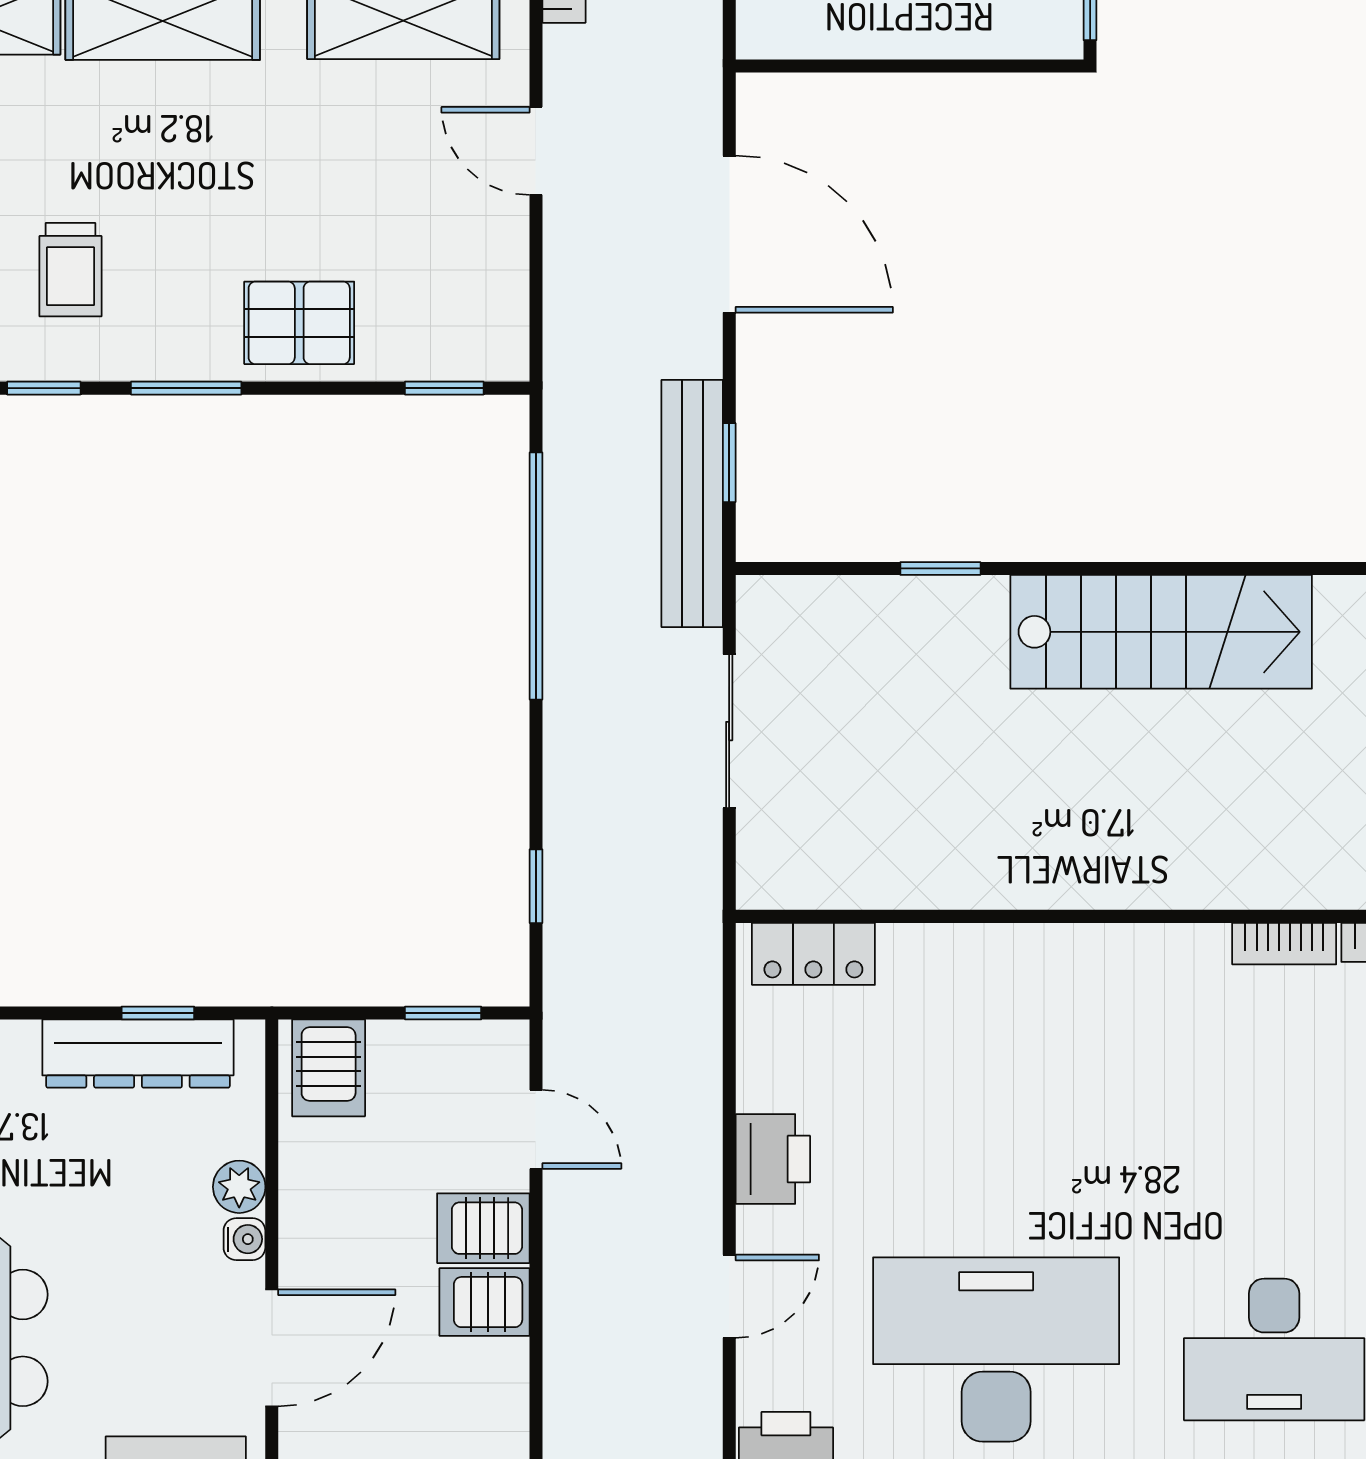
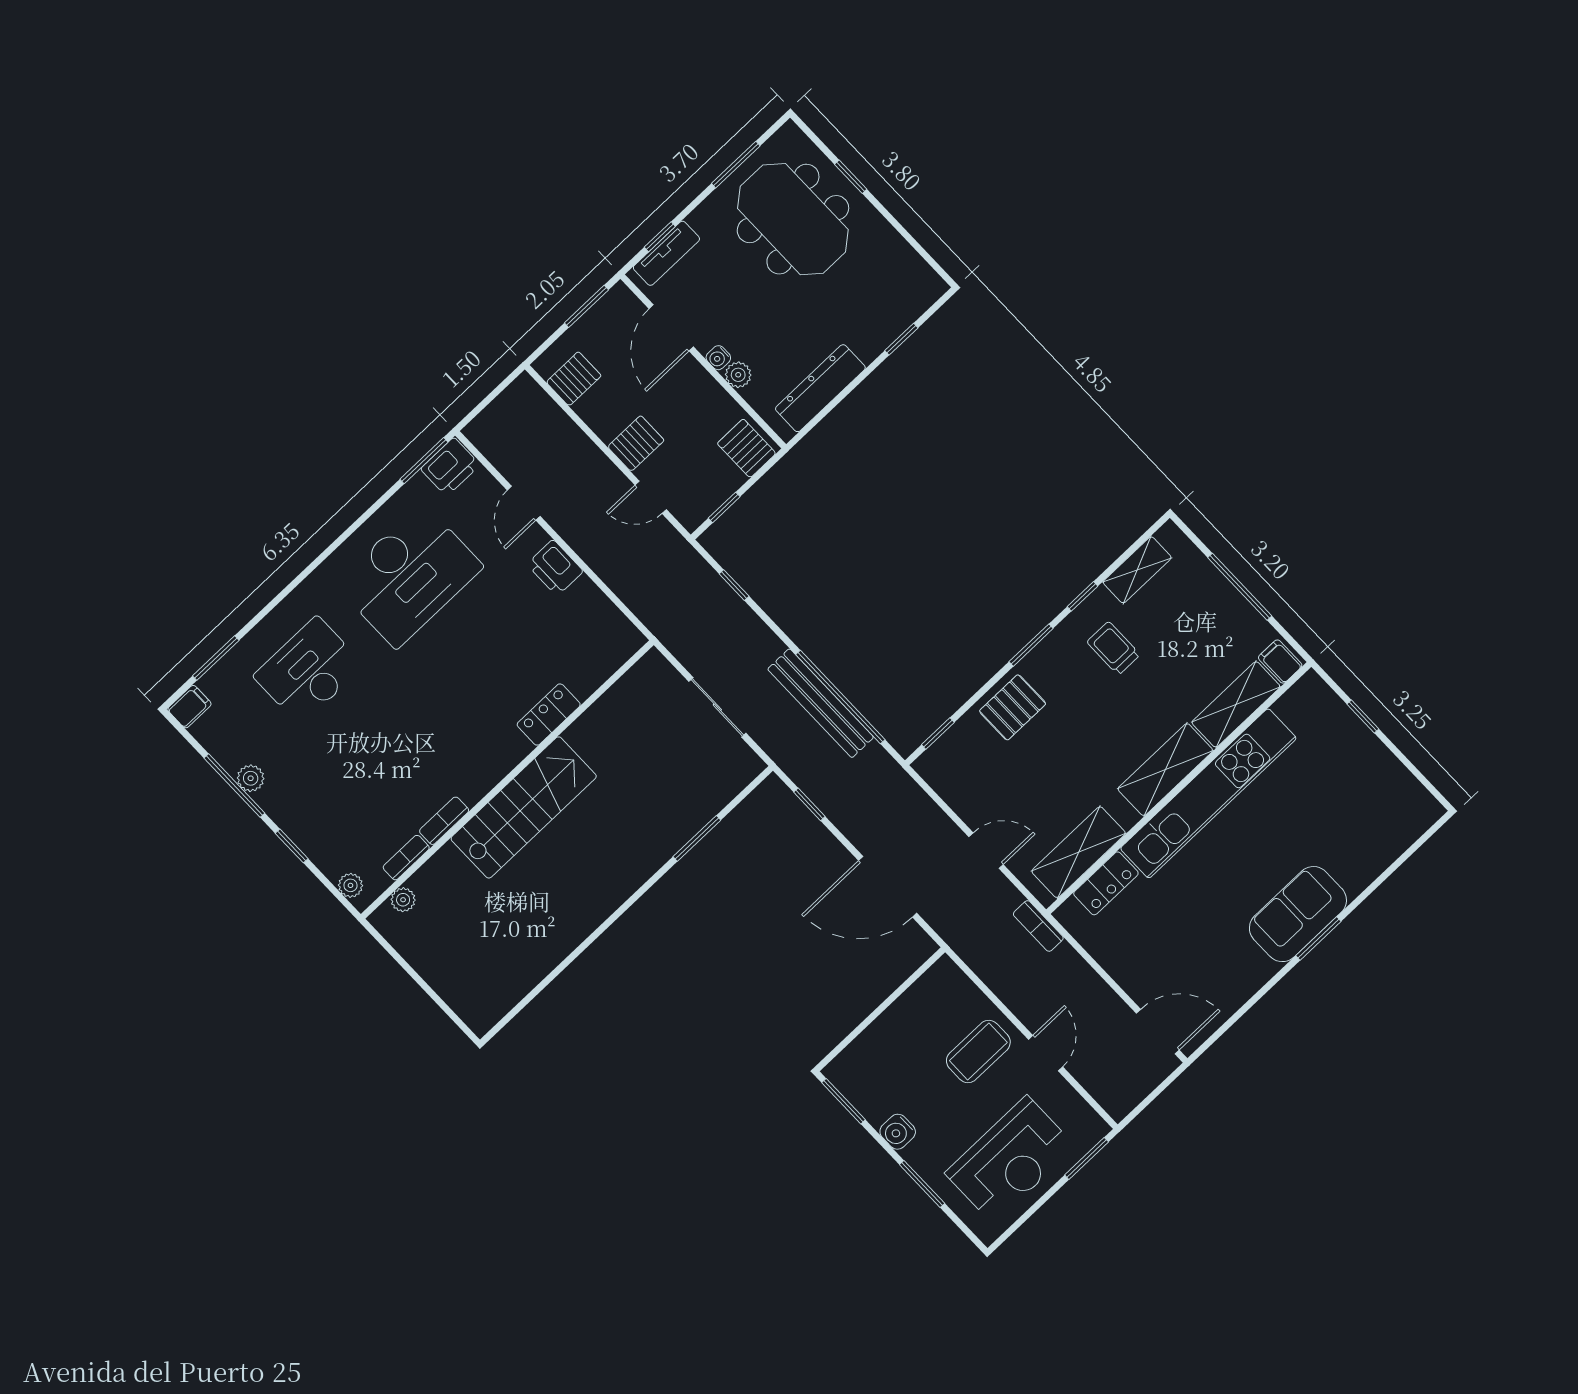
bench: (692, 503) -> (821, 703), moved
window: (940, 568) -> (697, 838), width x1.50
stairs: (1161, 632) -> (524, 807), moved, turned 180
locker: (813, 954) -> (549, 715), moved
window: (158, 1013) -> (827, 410), removed
server rack: (484, 1302) -> (574, 379), moved

